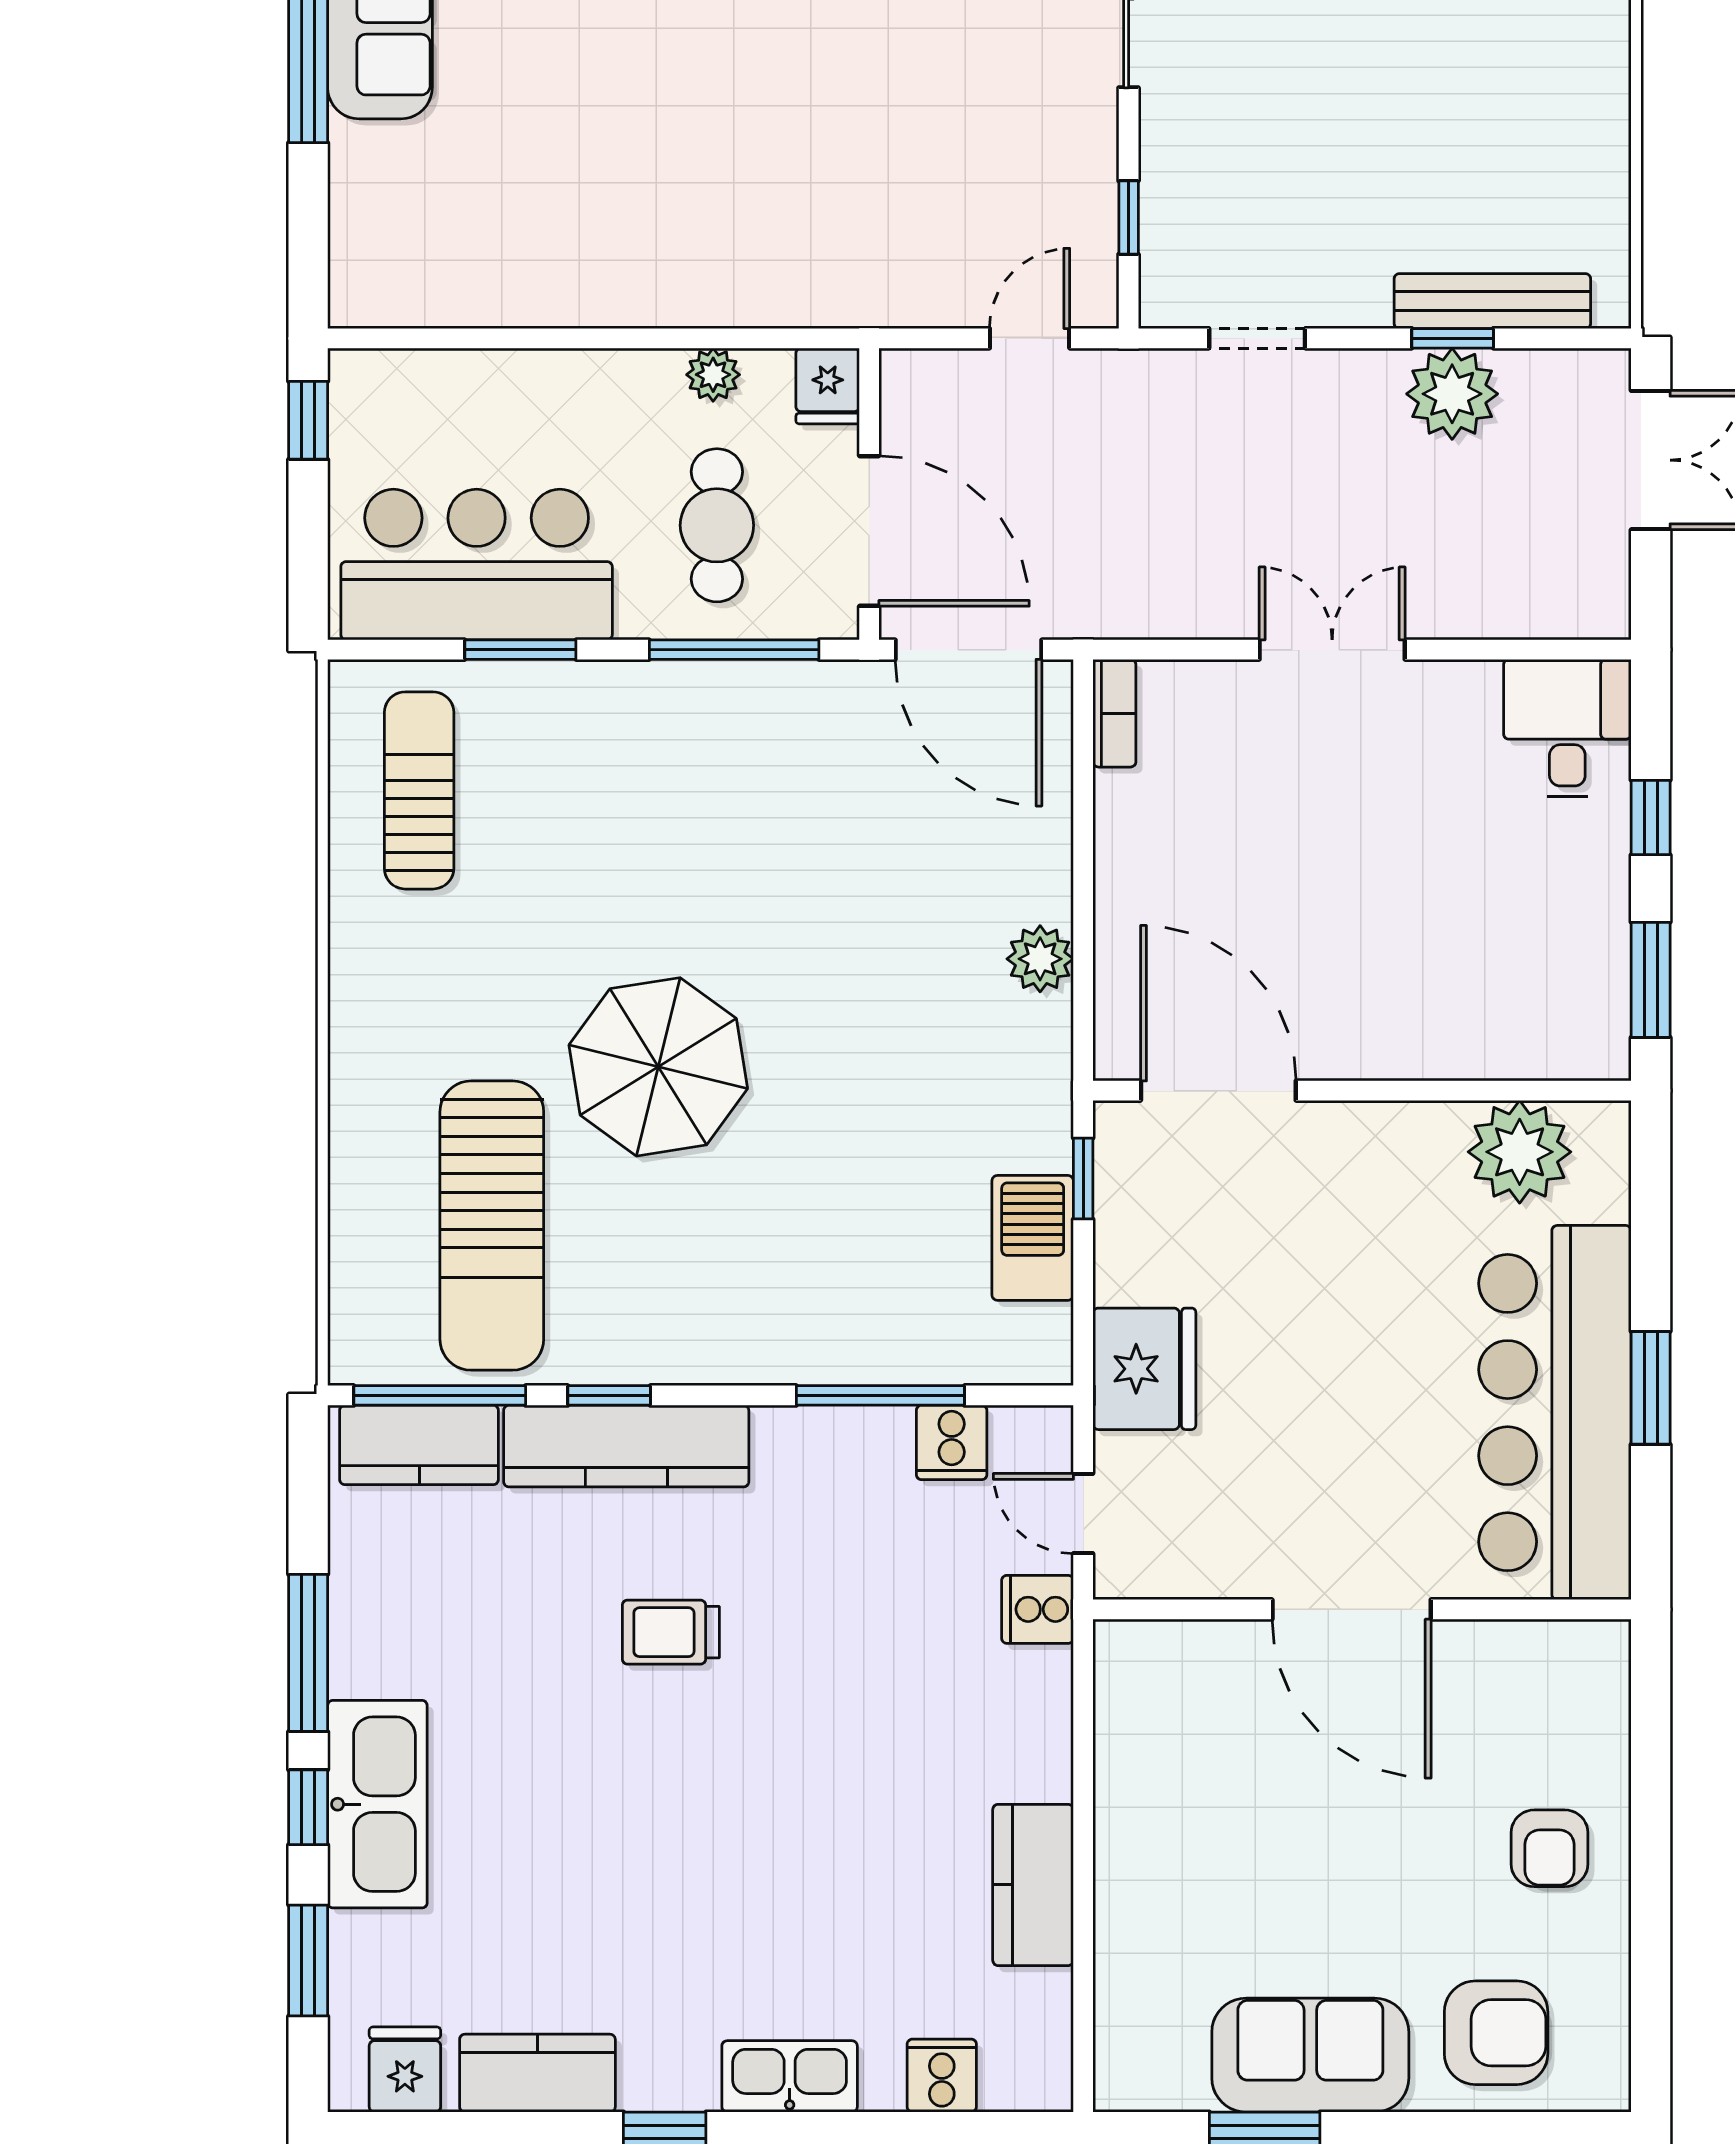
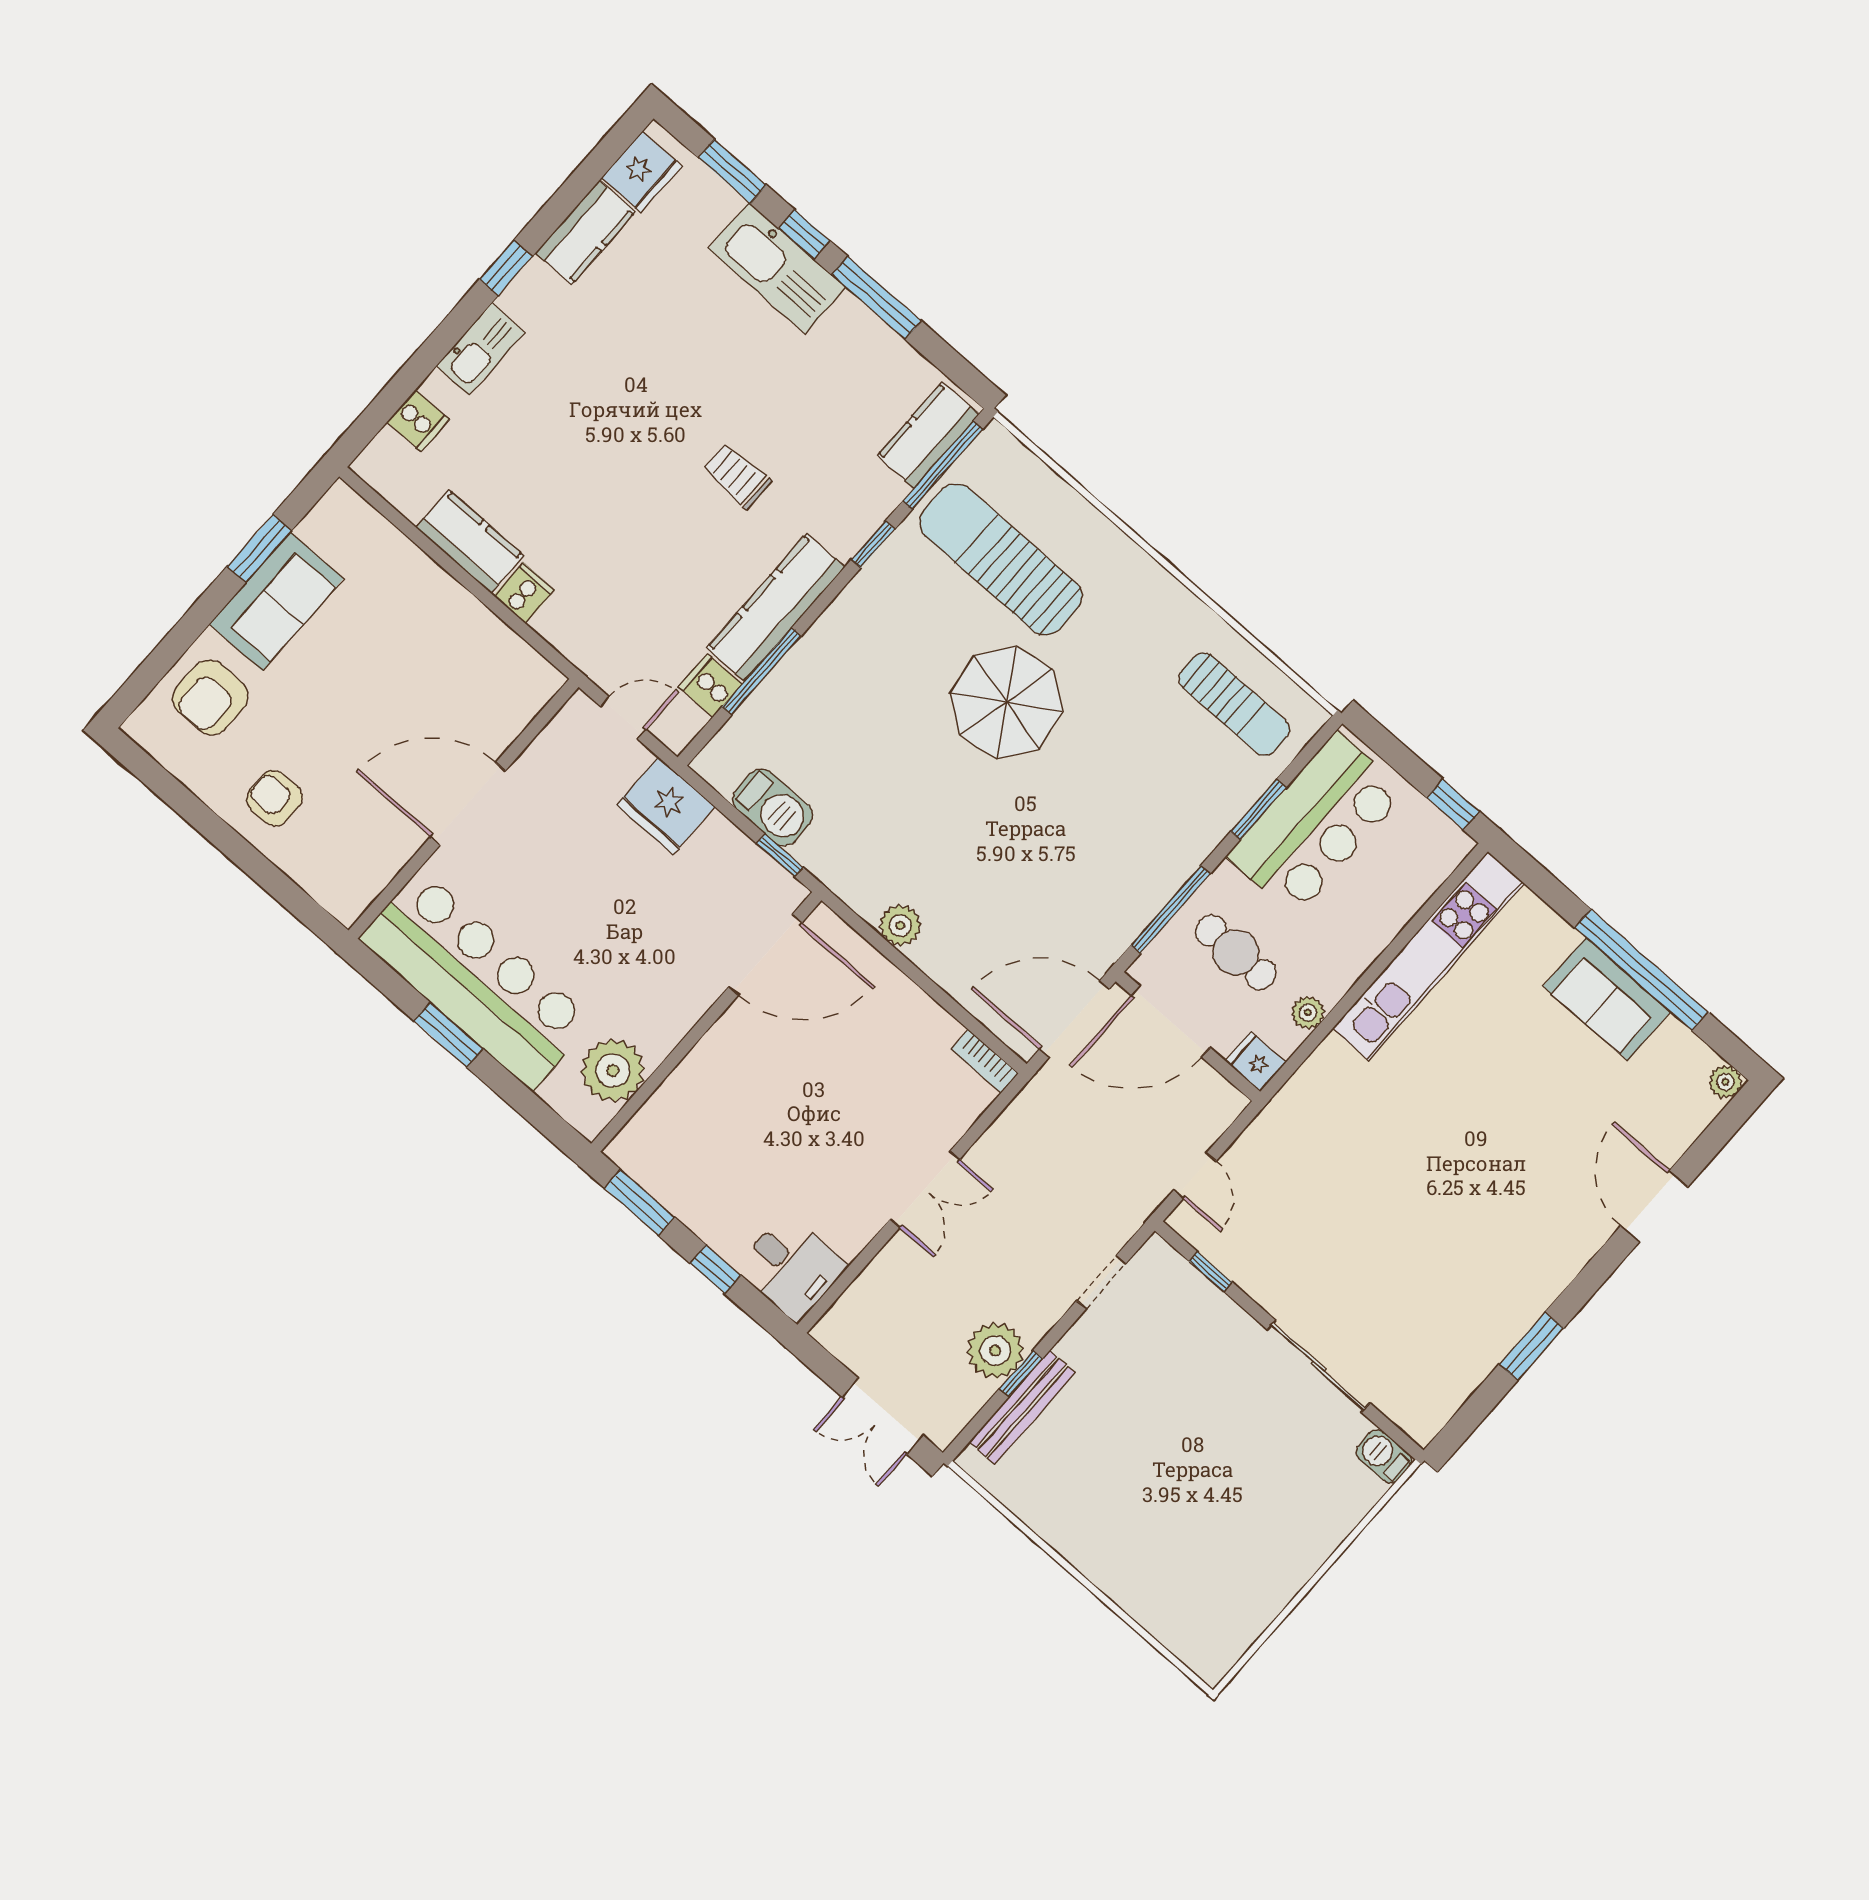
kitchen unit: (517, 289) -> (1428, 956), added
kitchen counter: (626, 1446) -> (776, 607), moved
cooker: (1038, 1609) -> (524, 593), moved
trolley: (671, 1632) -> (737, 476), turned -90
fridge: (405, 2070) -> (642, 172), width x1.38

